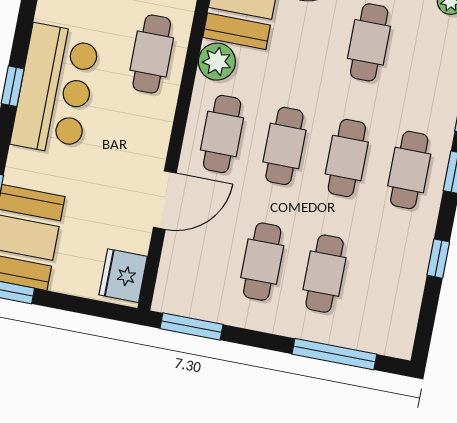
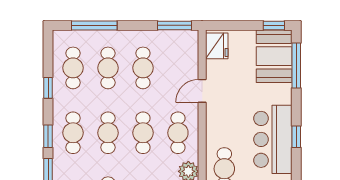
door: (165, 200) -> (202, 91), width x0.73
cafe table: (387, 286) -> (73, 68), added

